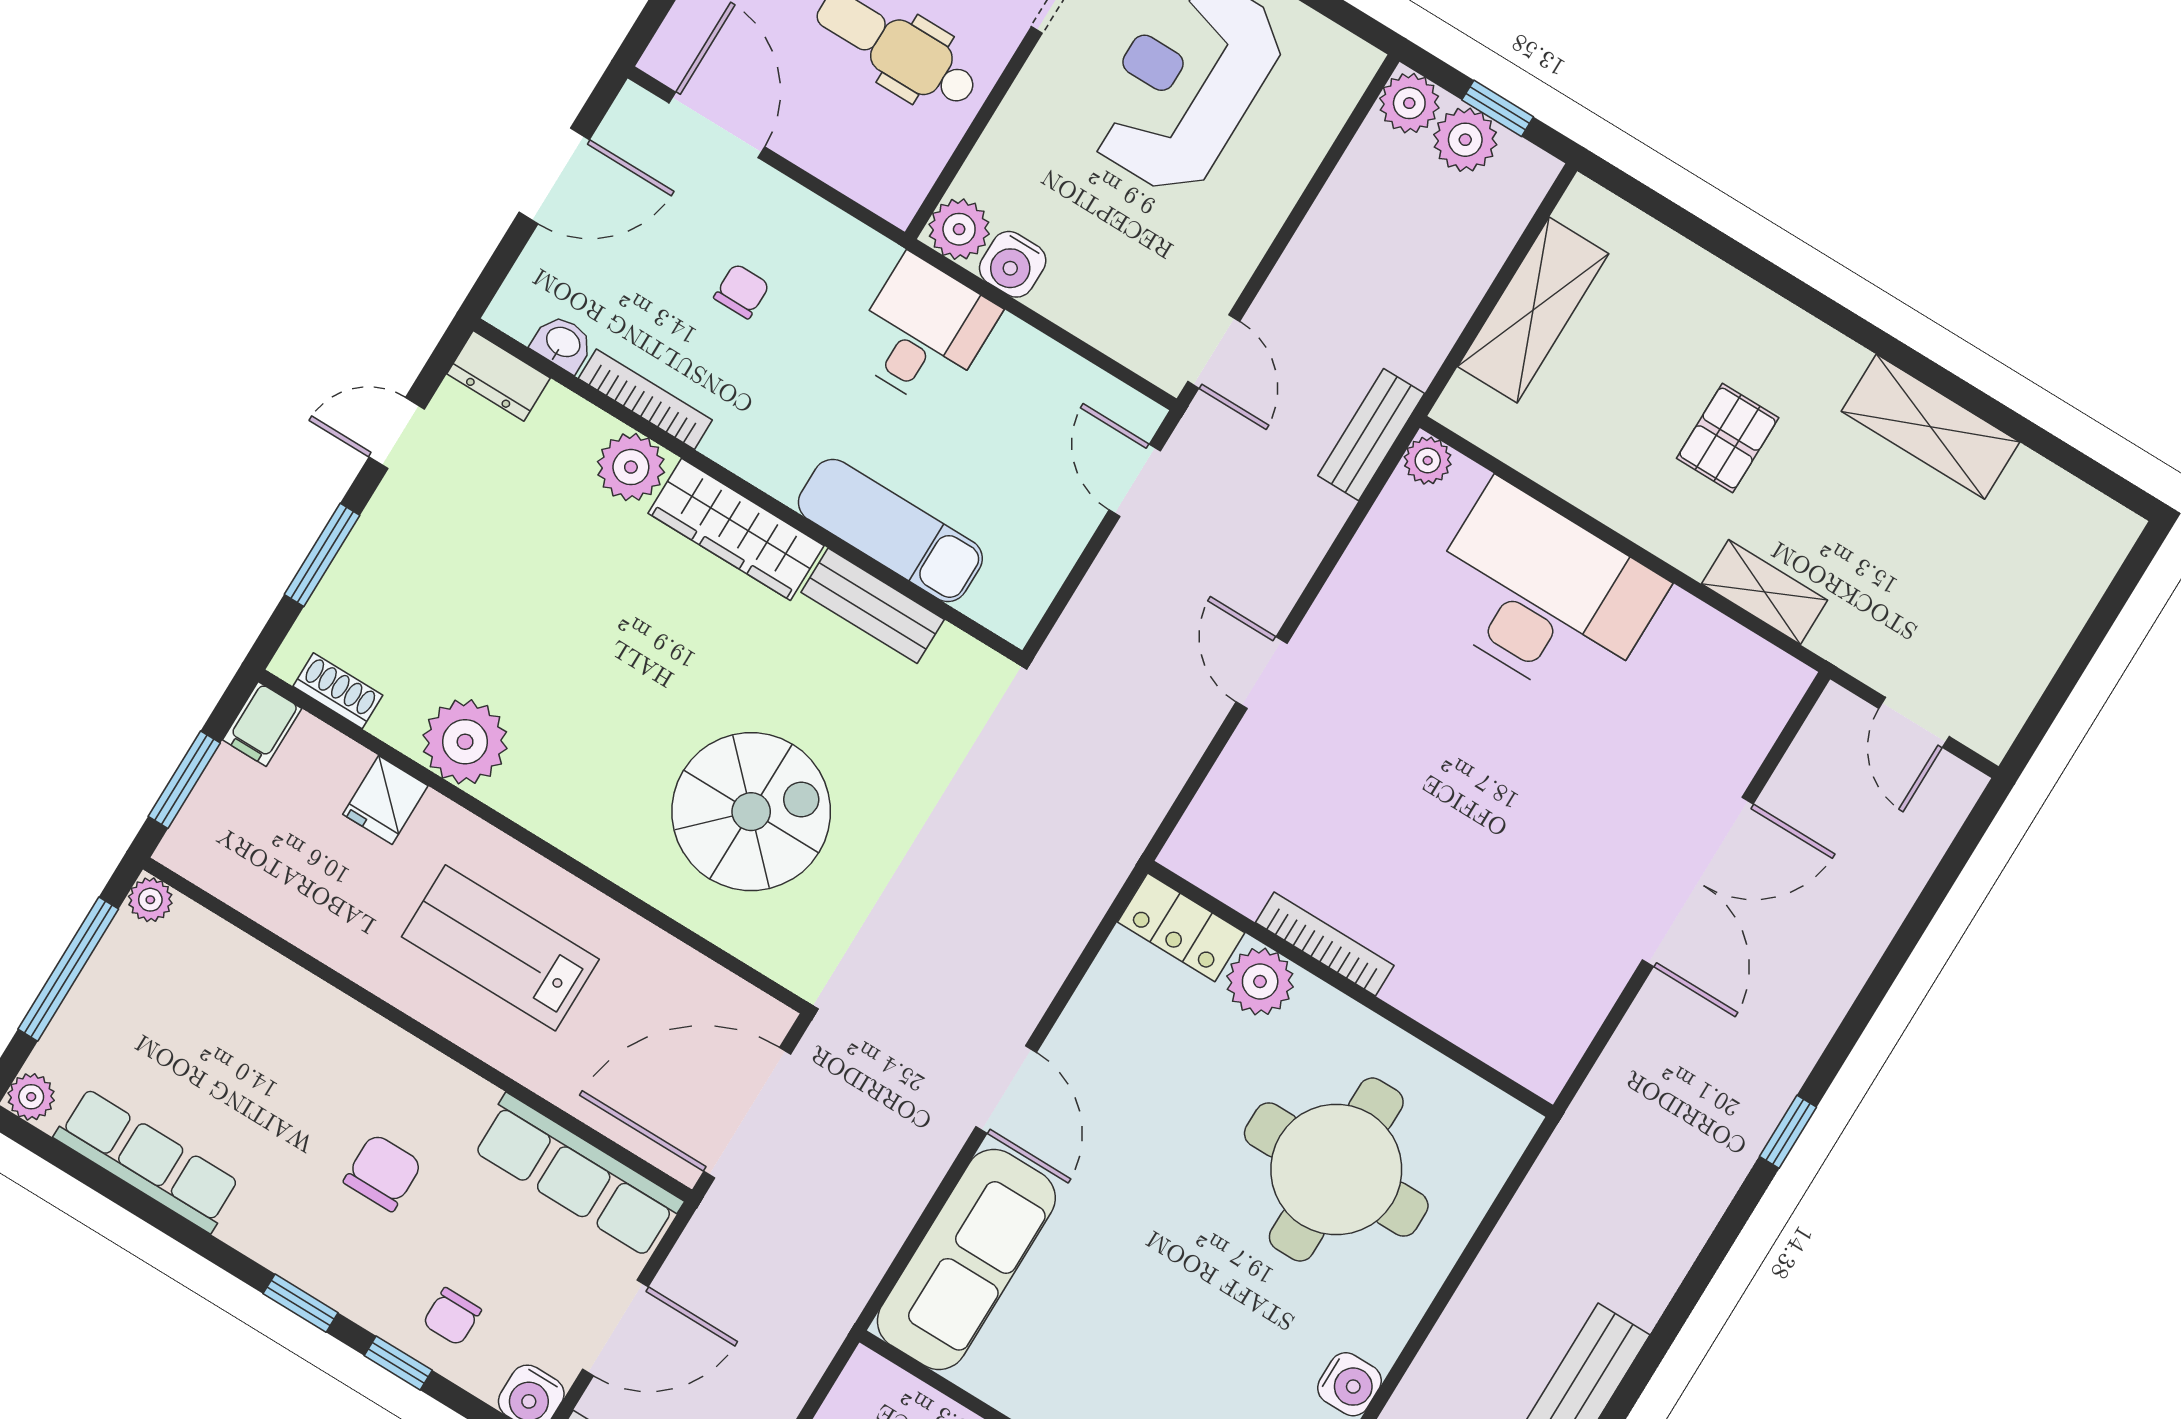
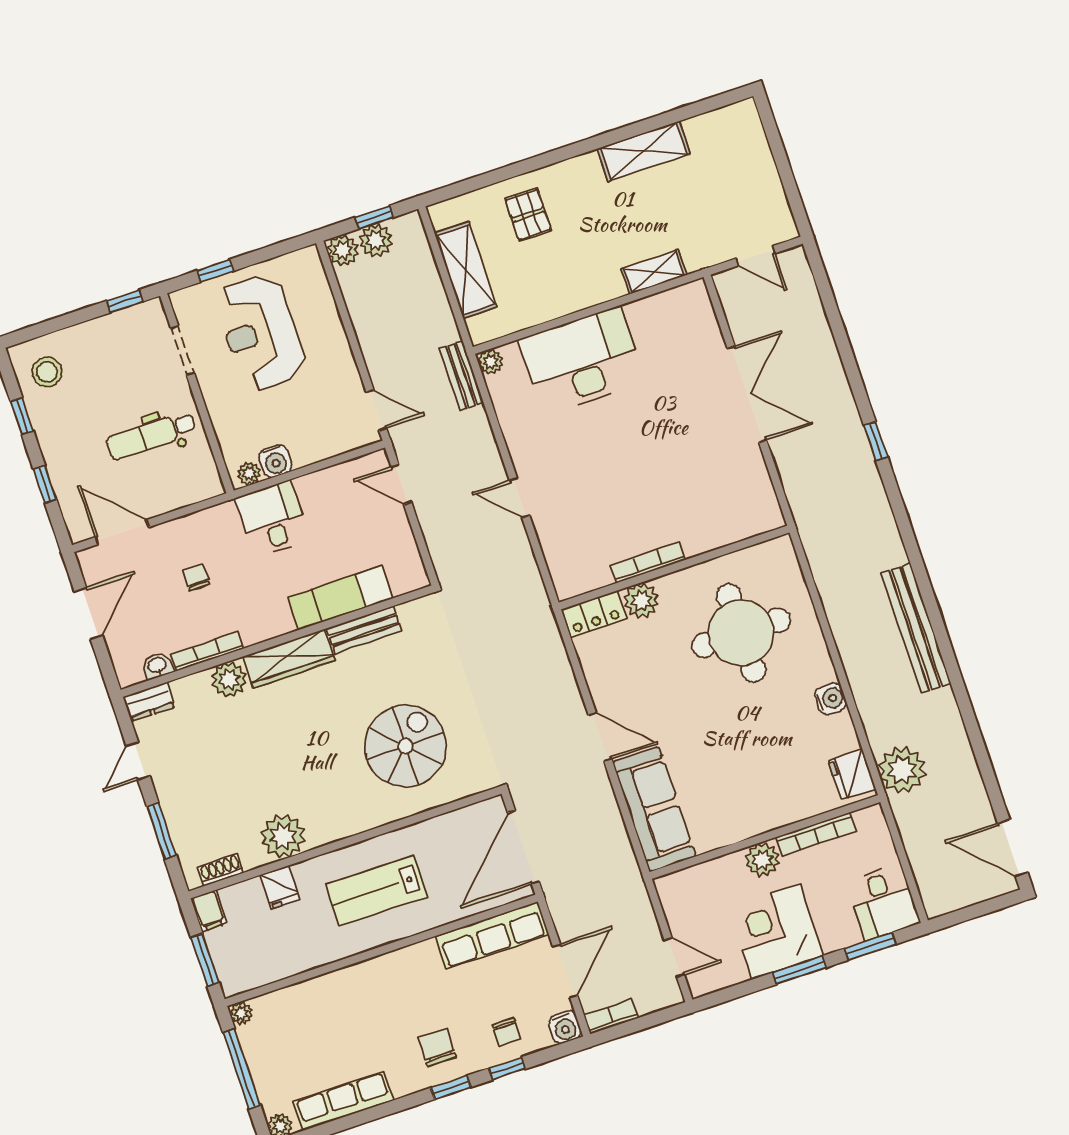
plant: (959, 229) -> (249, 473), width x0.73, depth x0.73
pallet: (1728, 438) -> (528, 215), moved
chair: (383, 1173) -> (437, 1048), moved

